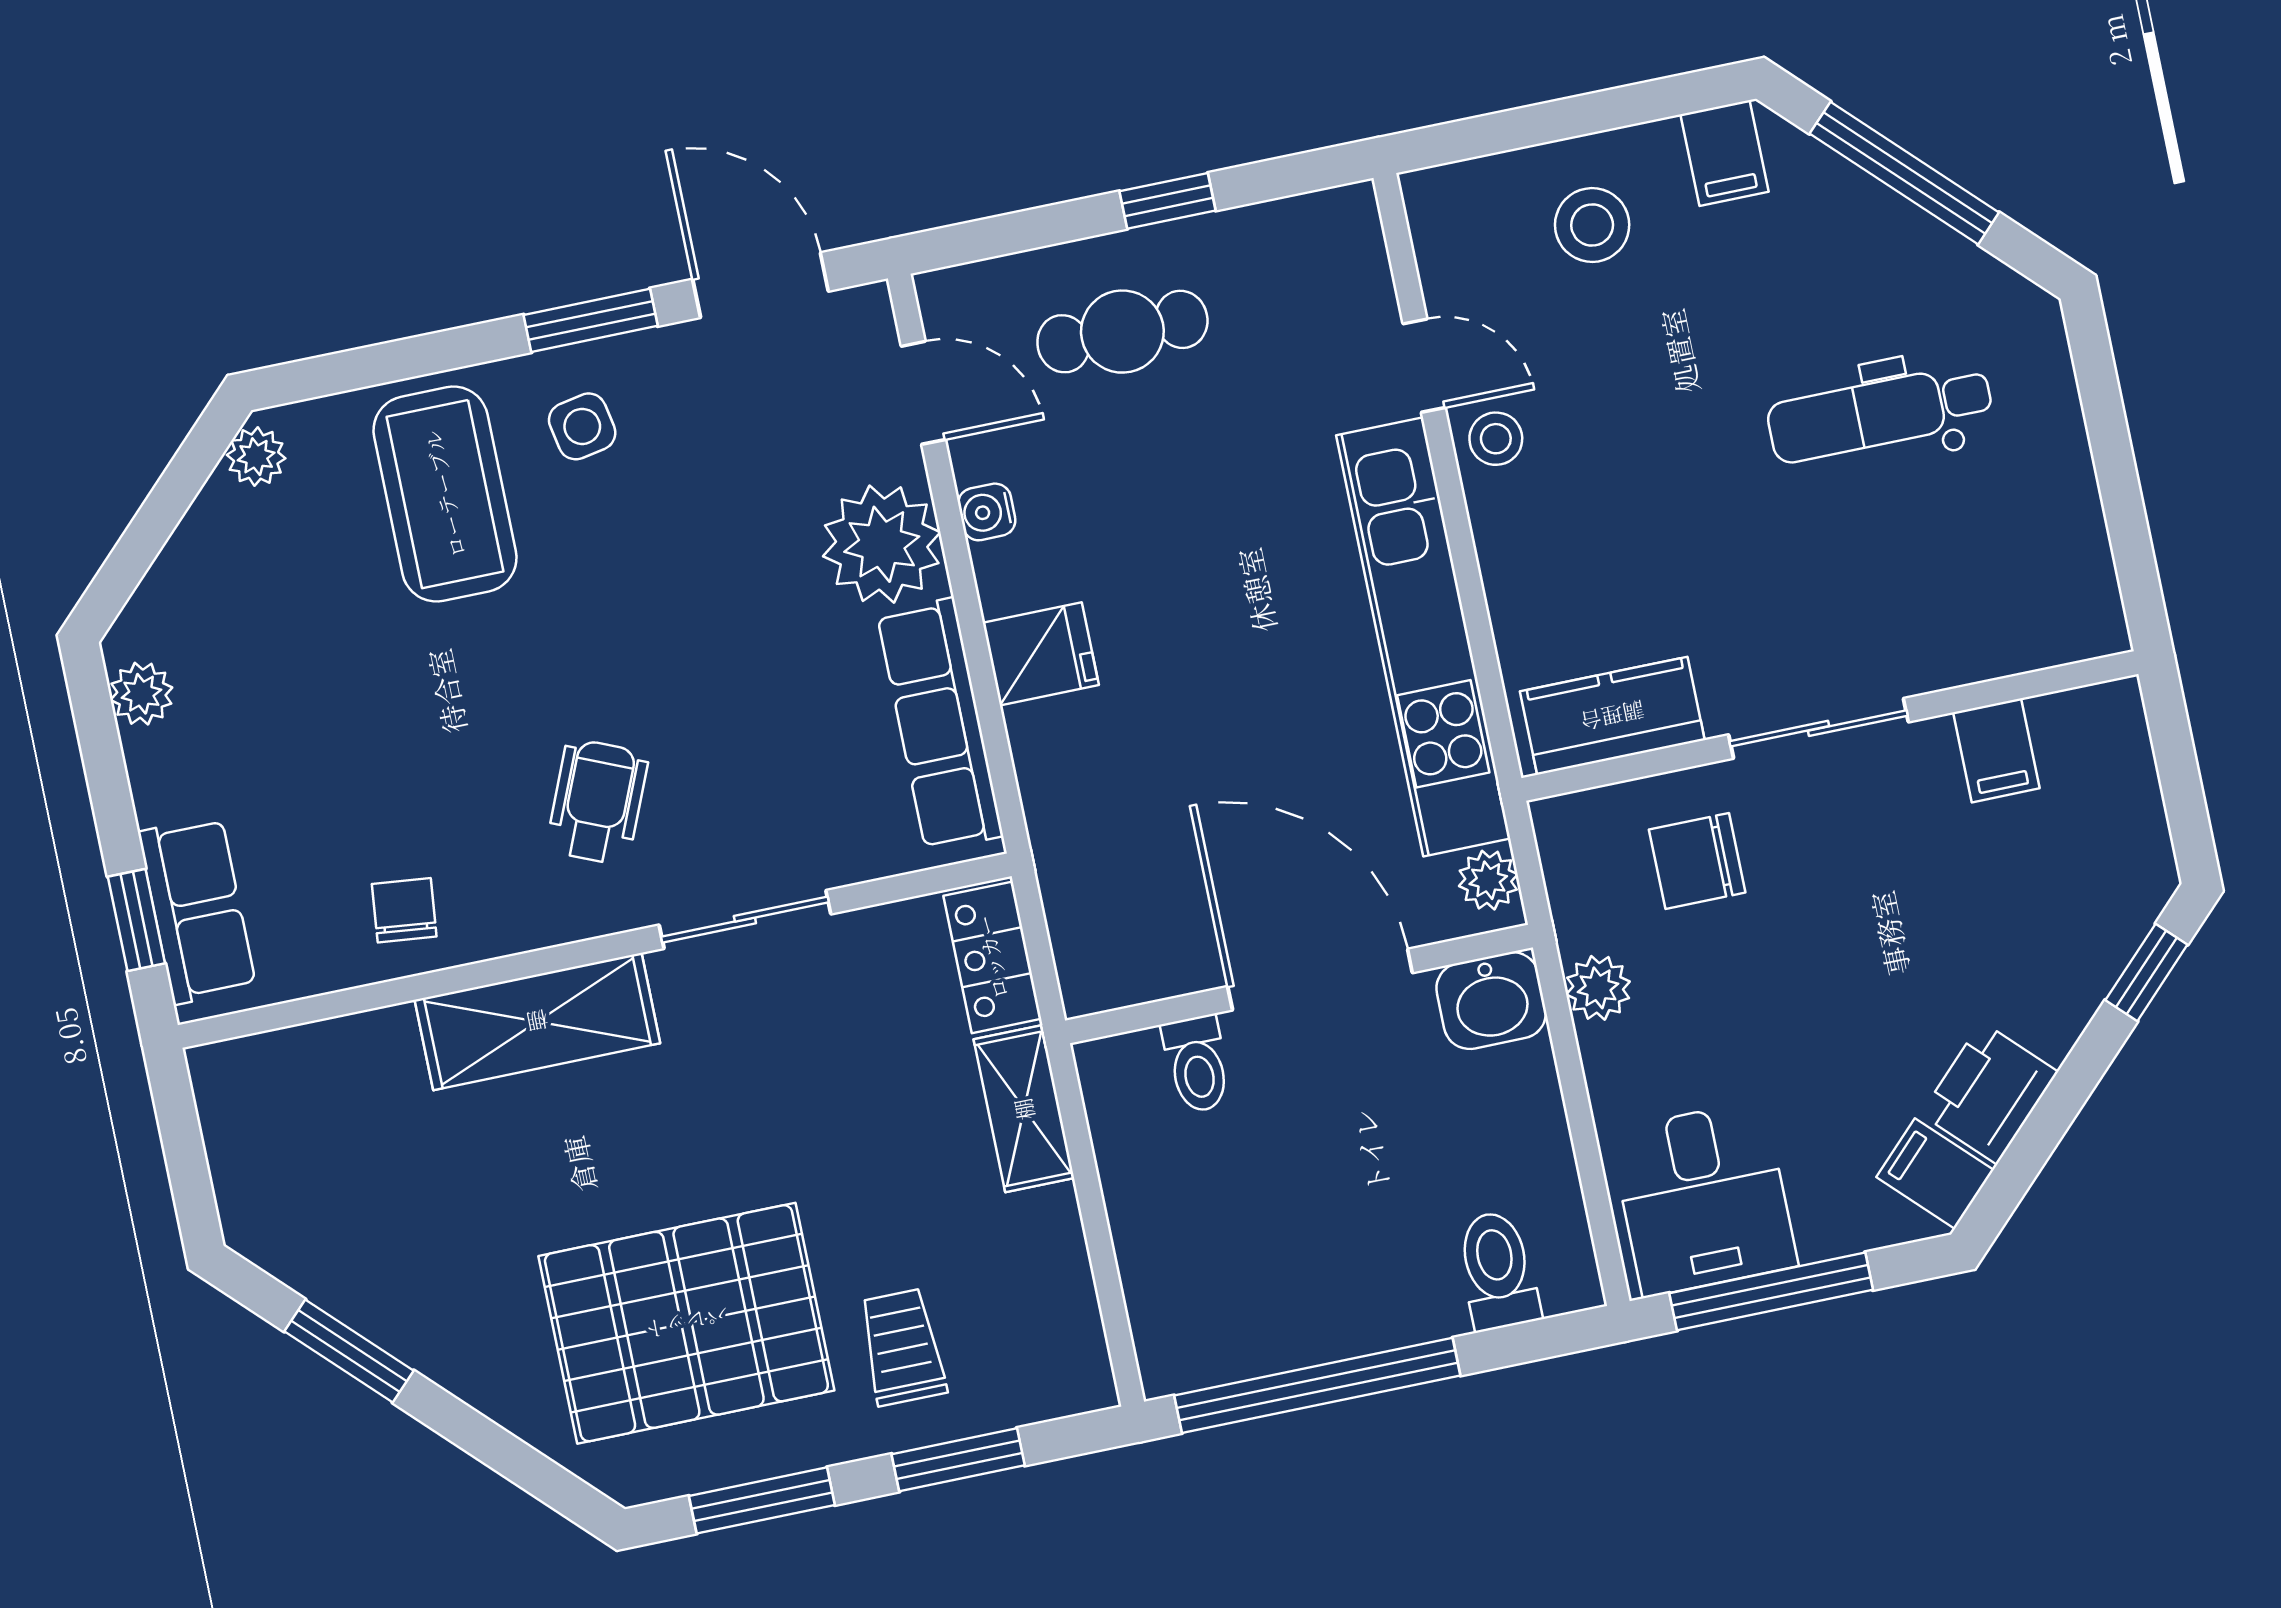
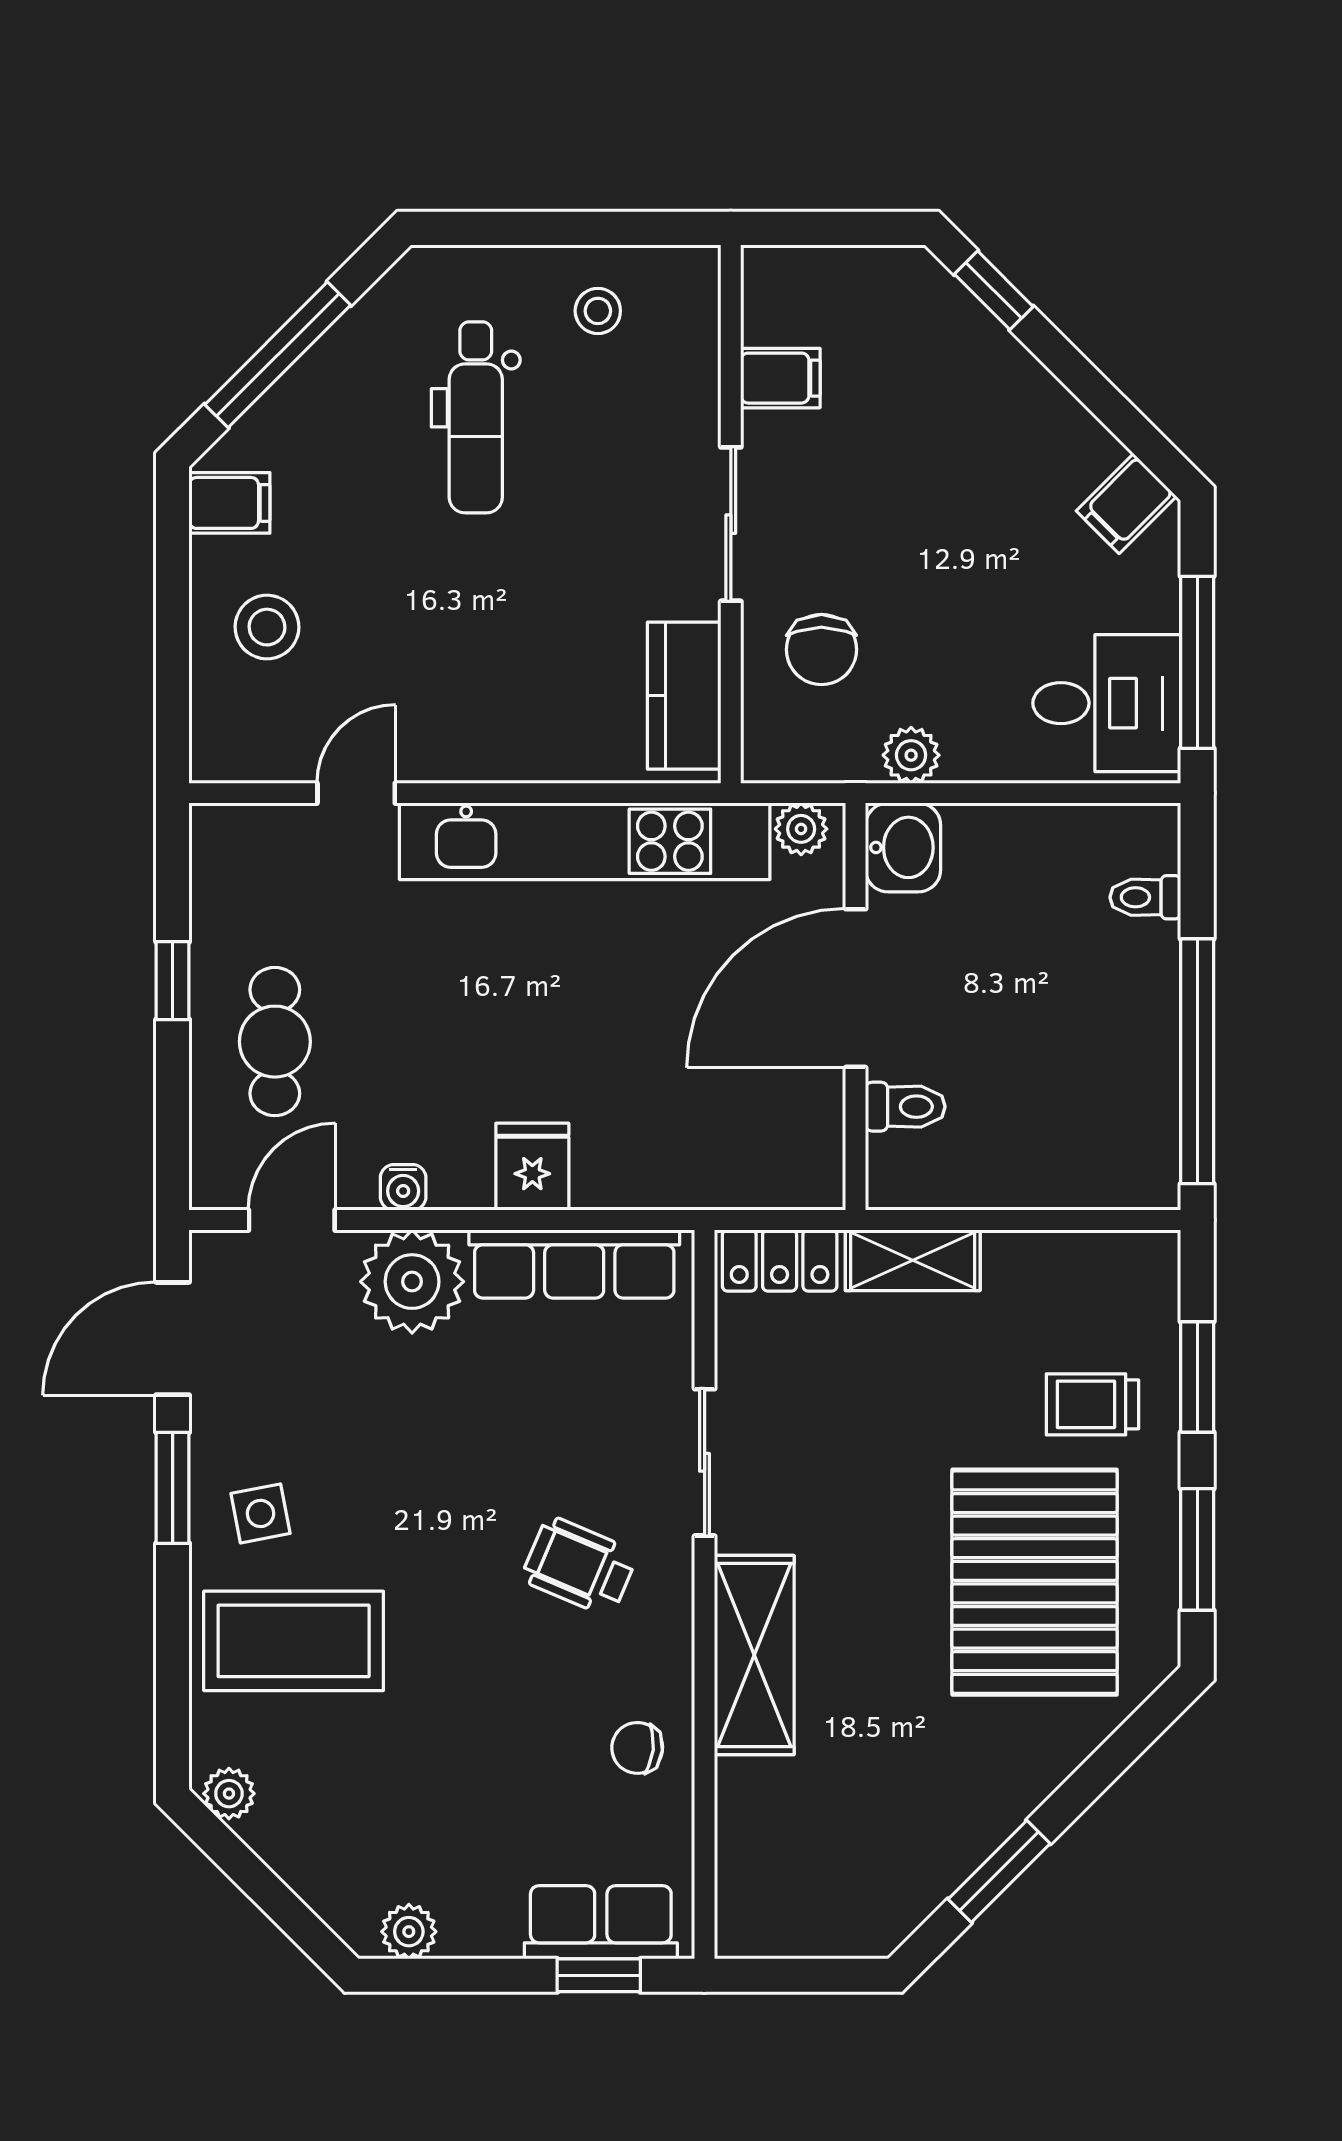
stool: (1496, 439) -> (598, 311), moved
printer: (1989, 1093) -> (1068, 444), removed
toilet: (1498, 1270) -> (1145, 897), width x0.73, depth x0.72

